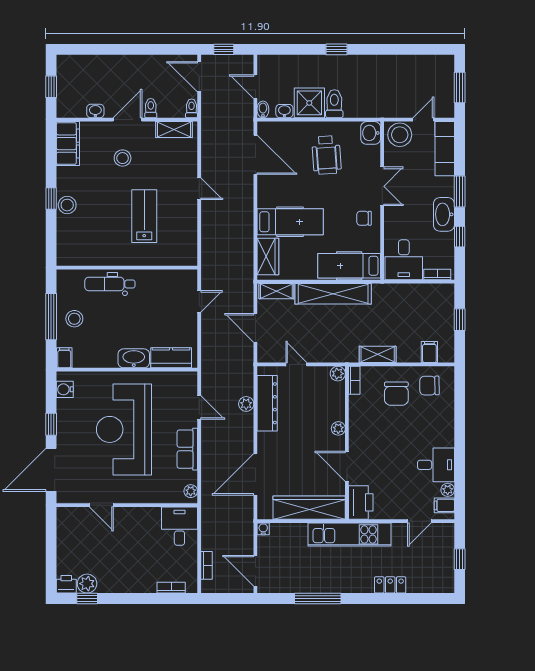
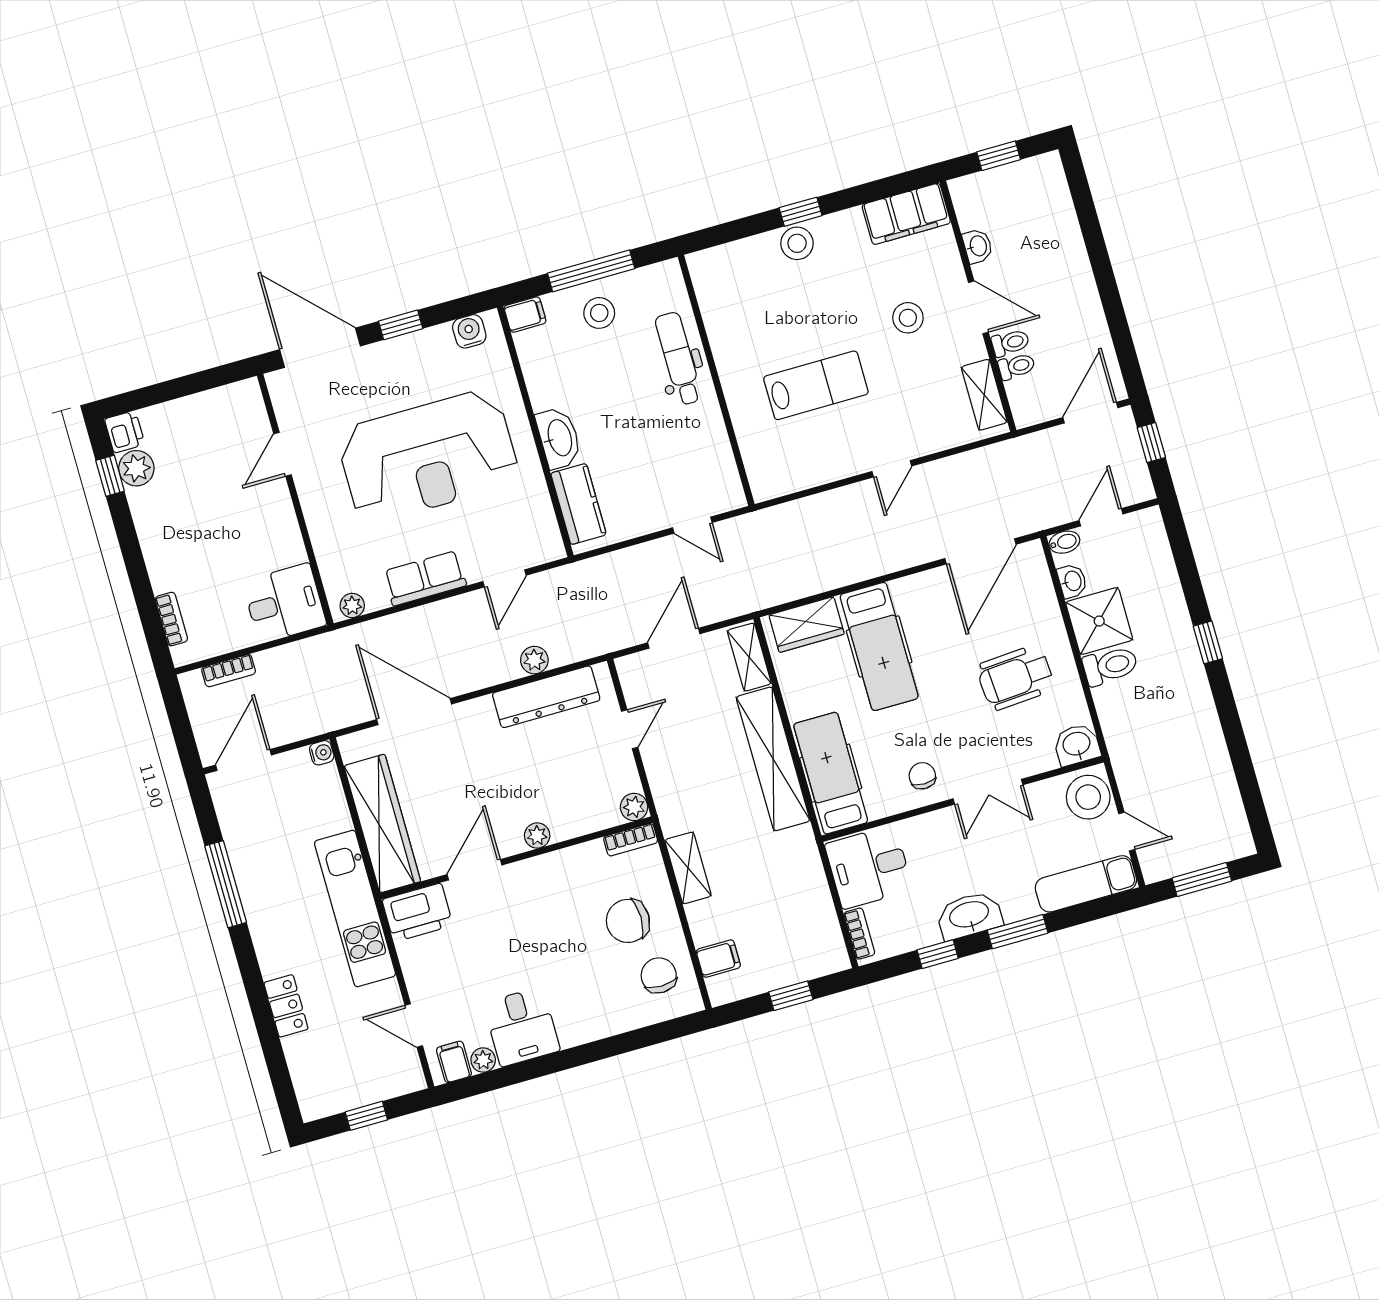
toilet: (191, 108) -> (1017, 366), moved
reception desk: (124, 429) -> (428, 456), turned 180

